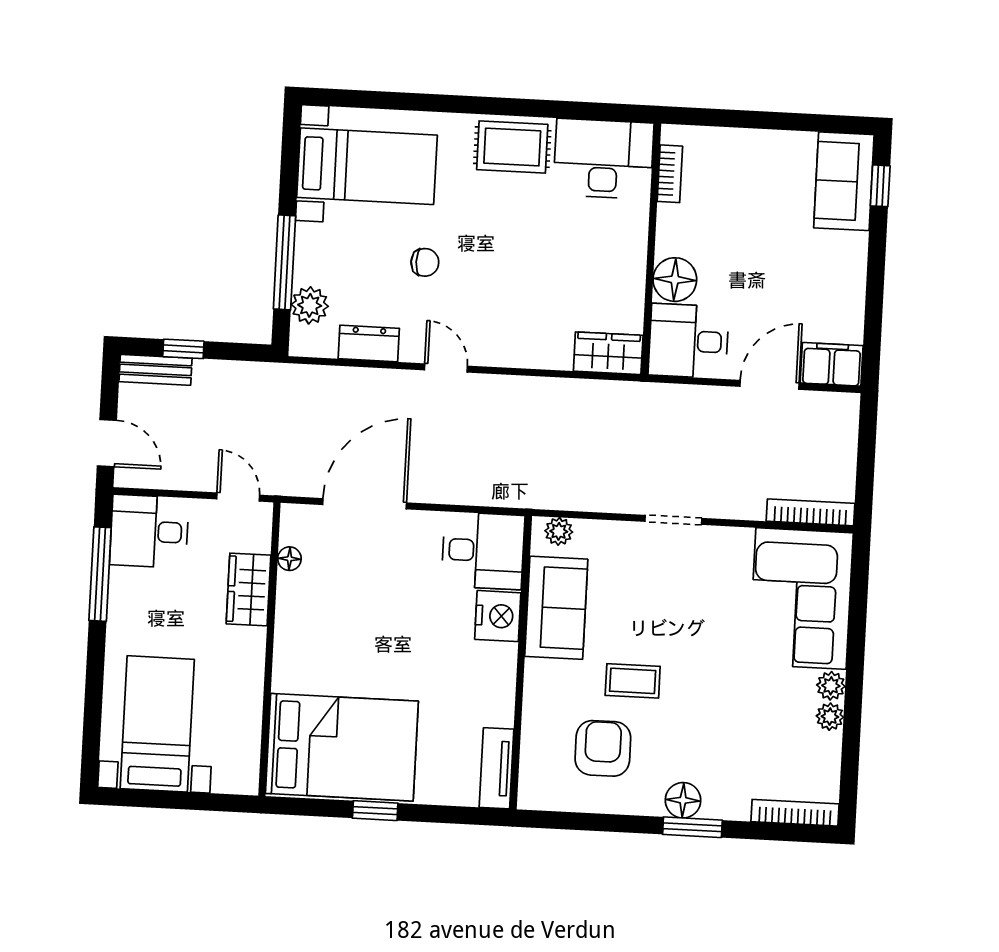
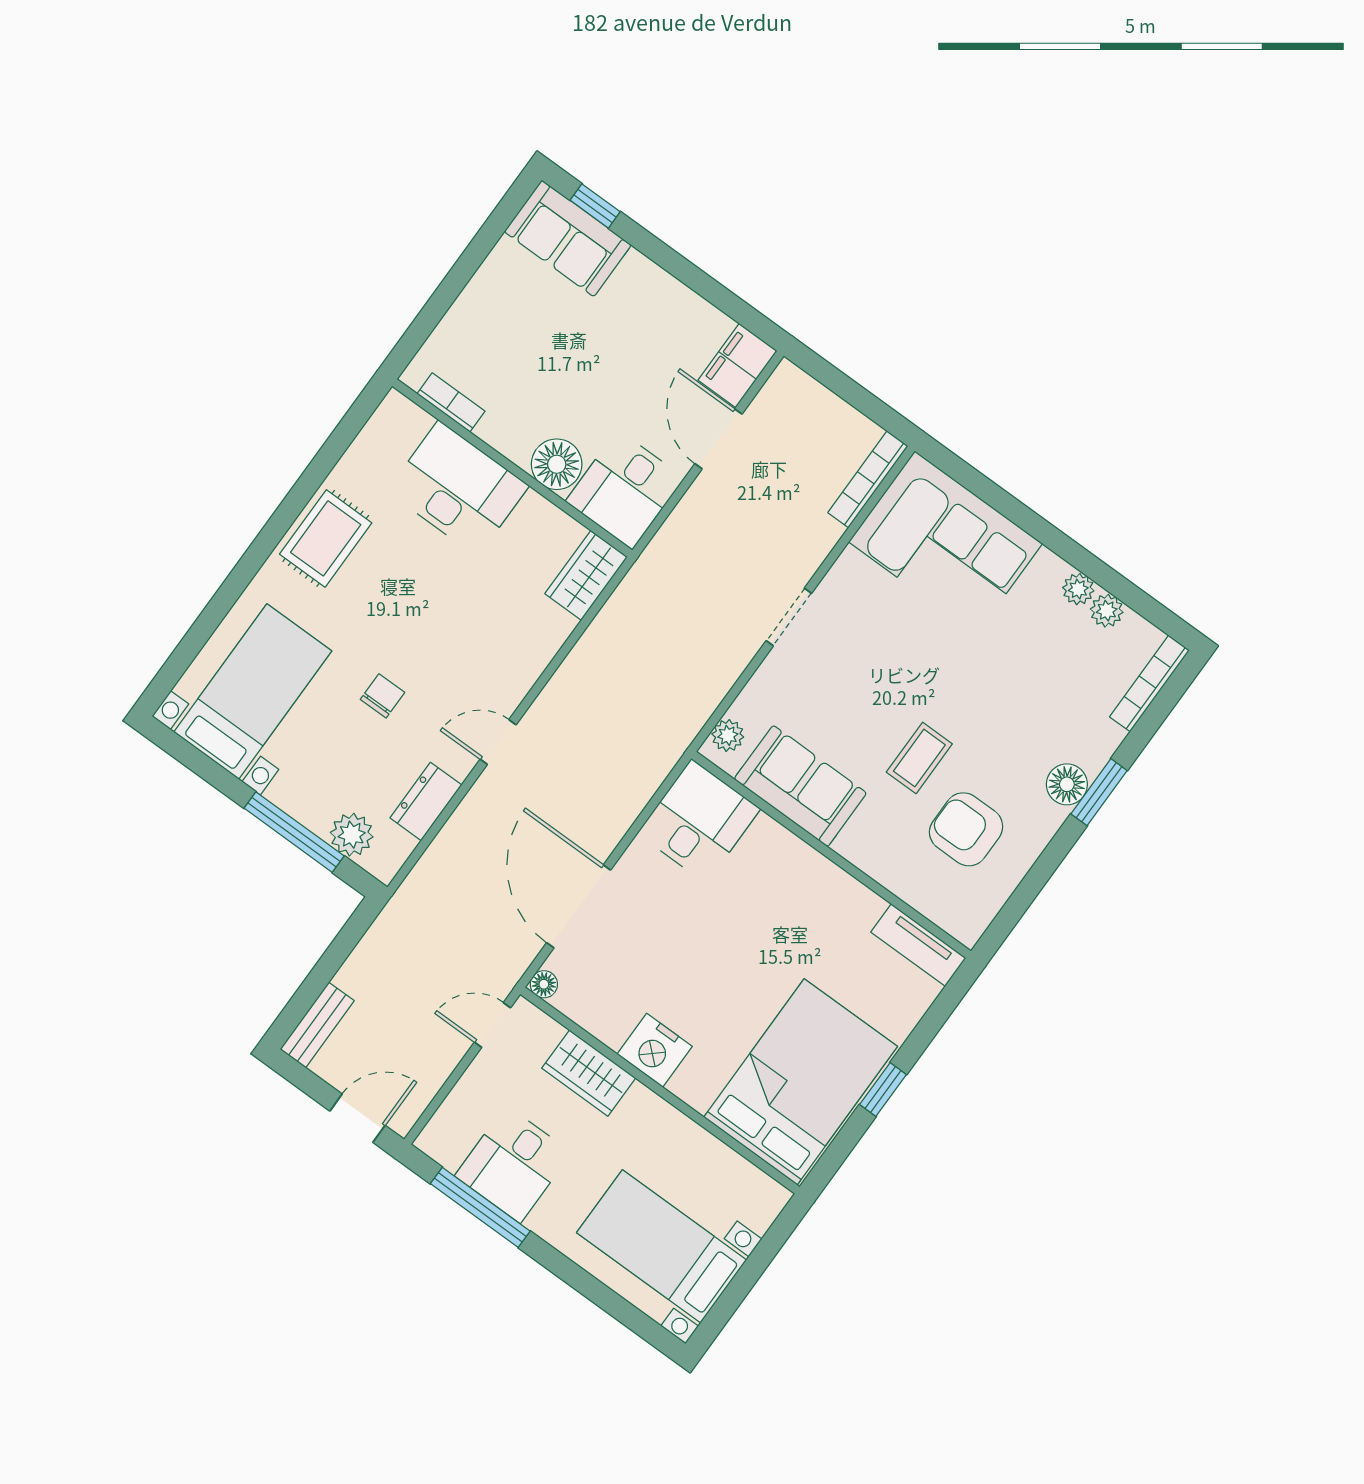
desk: (603, 159) -> (458, 488), moved, turned 90
window: (183, 349) -> (314, 985), removed
desk: (149, 531) -> (513, 1164), moved
floor lamp: (289, 559) -> (544, 984), moved
nightstand: (498, 616) -> (655, 1050), moved, turned 180
plant: (831, 686) -> (1107, 611), moved

